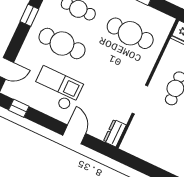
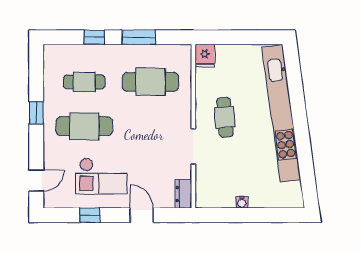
checkout: (57, 89) -> (101, 176), turned 180
window: (19, 108) -> (90, 215), moved
water cooler: (157, 161) -> (242, 202), added

